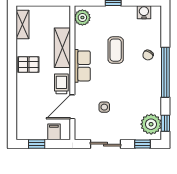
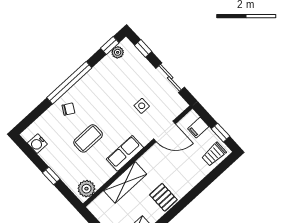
trolley: (61, 84) -> (214, 154), moved
plant: (151, 124) -> (118, 52), width x0.53, depth x0.53

